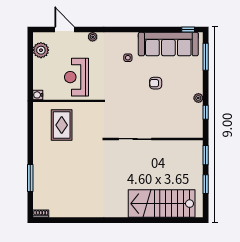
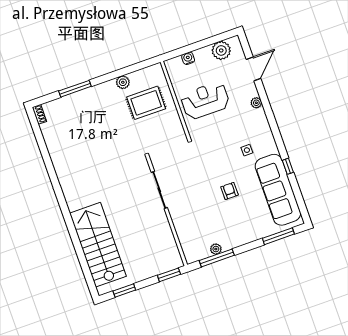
window: (188, 29) -> (288, 166), moved
water cooler: (38, 95) -> (188, 58), moved
plant: (198, 98) -> (216, 249), moved
window: (206, 112) -> (217, 258), width x2.17
plant: (39, 138) -> (123, 82), added
window: (206, 184) -> (124, 290), moved

